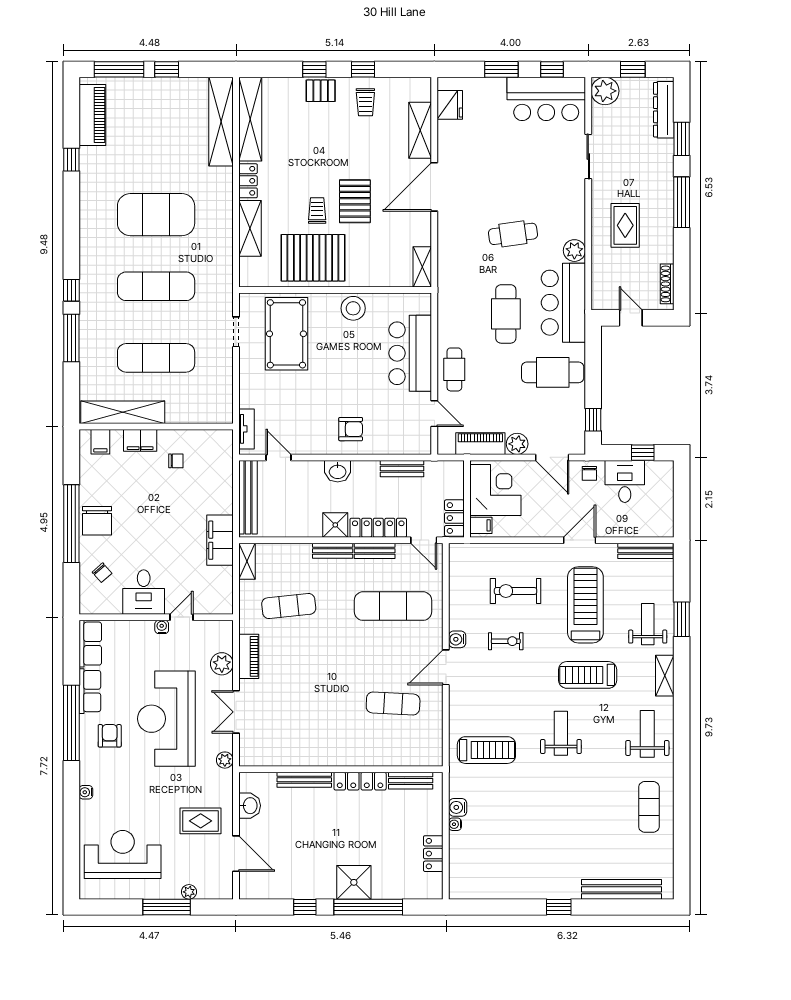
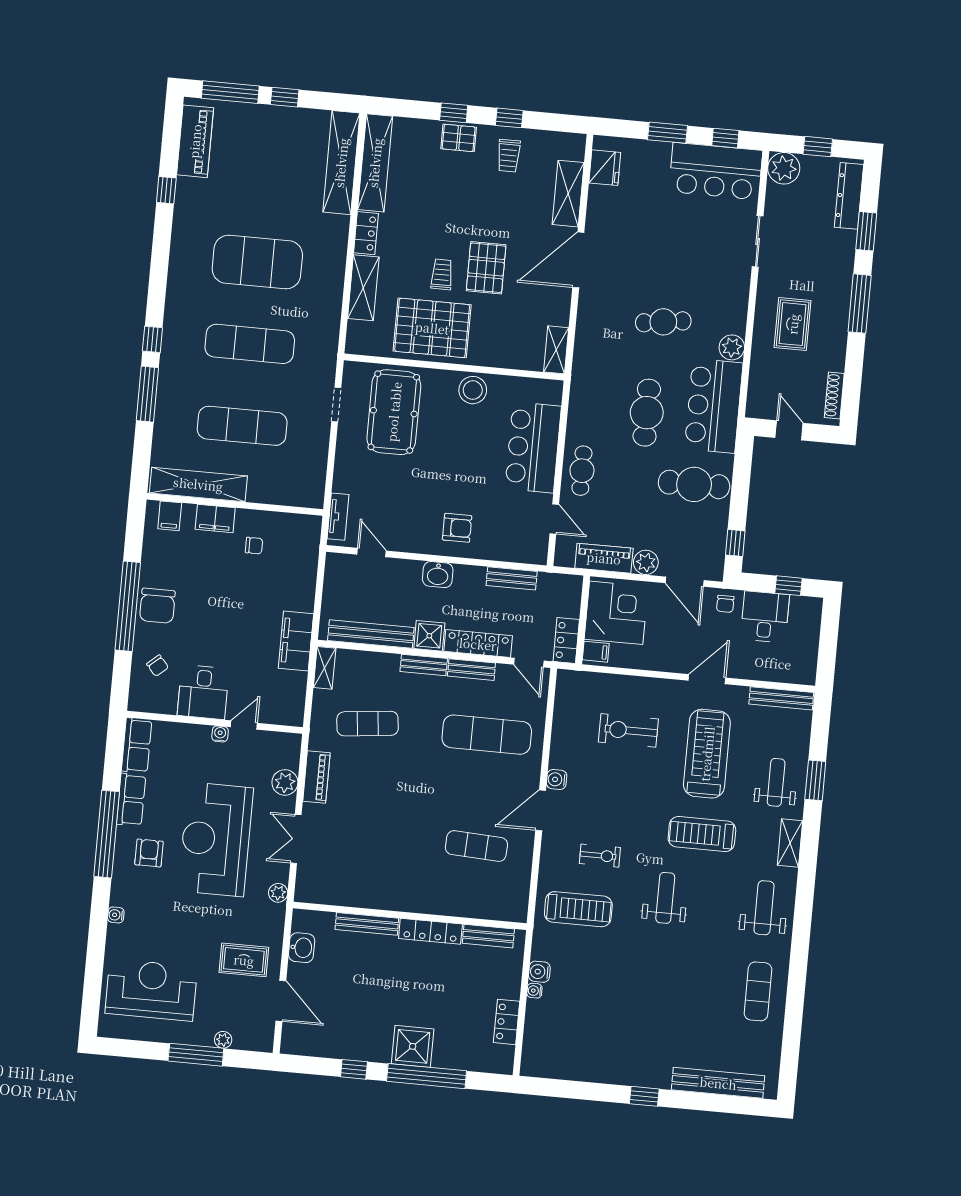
bench: (248, 497) -> (371, 634), moved, turned 90
exercise bike: (506, 641) -> (600, 856), moved

